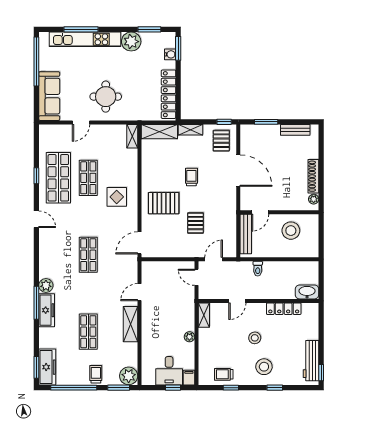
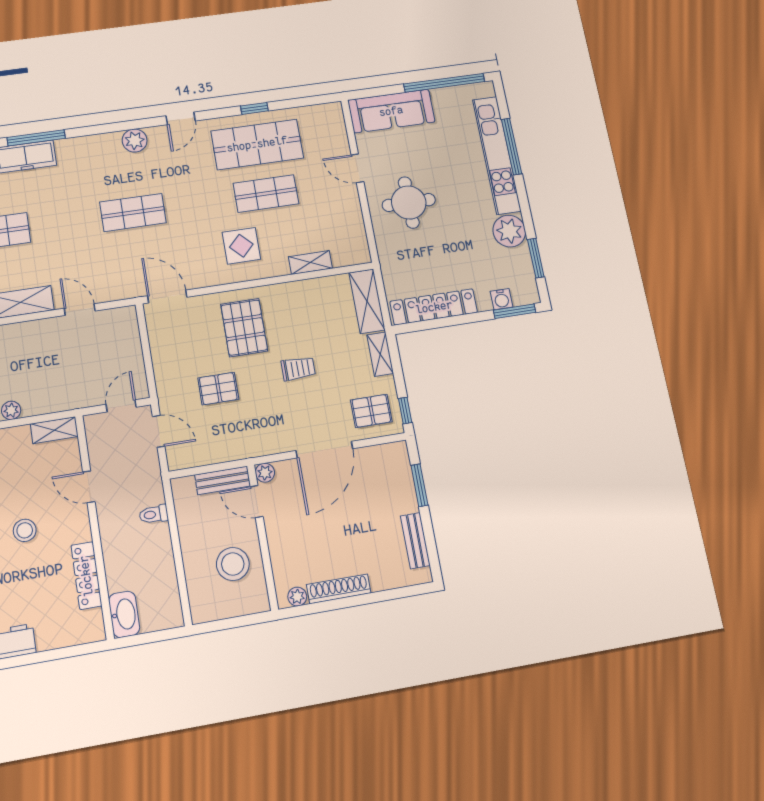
shelving: (132, 136) -> (310, 262), moved
plant: (245, 205) -> (265, 473), added
bench: (246, 234) -> (223, 480), width x0.73
plant: (46, 285) -> (135, 141), moved

